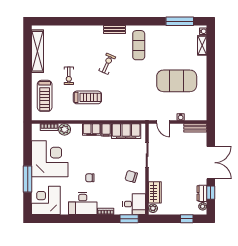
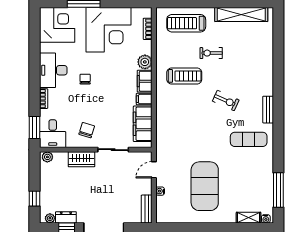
treadmill: (87, 97) -> (184, 76), turned -90
plant: (65, 129) -> (145, 62), moved
wardrobe: (155, 192) -> (81, 159), moved

